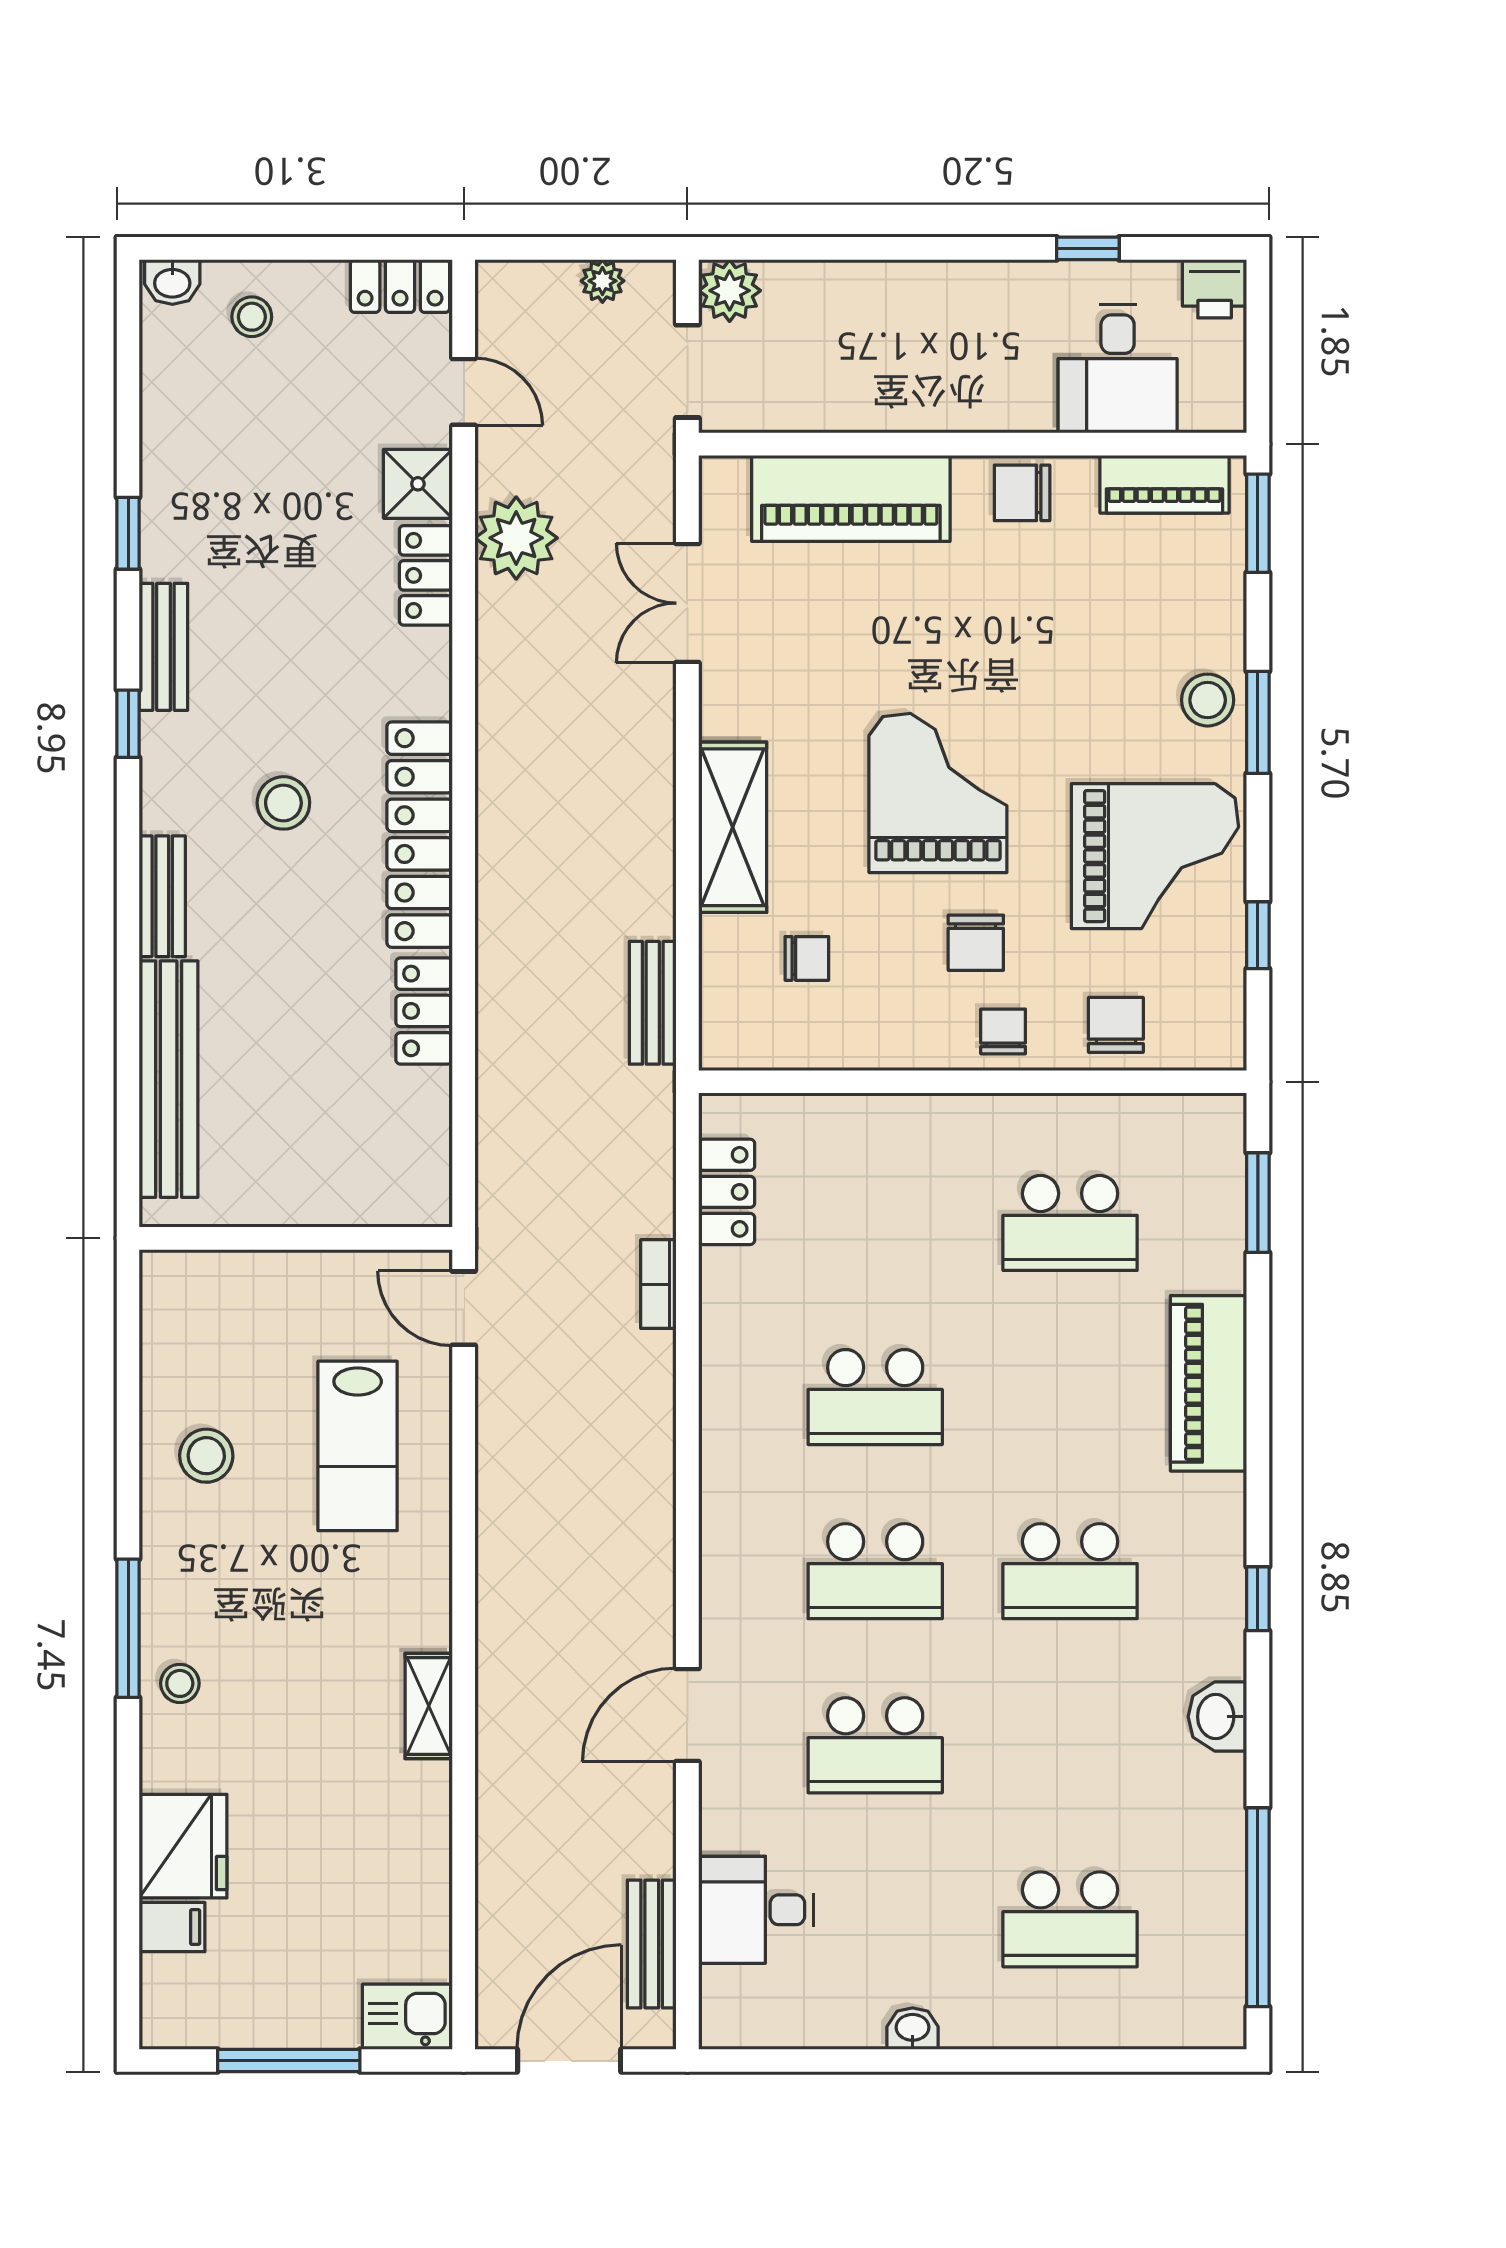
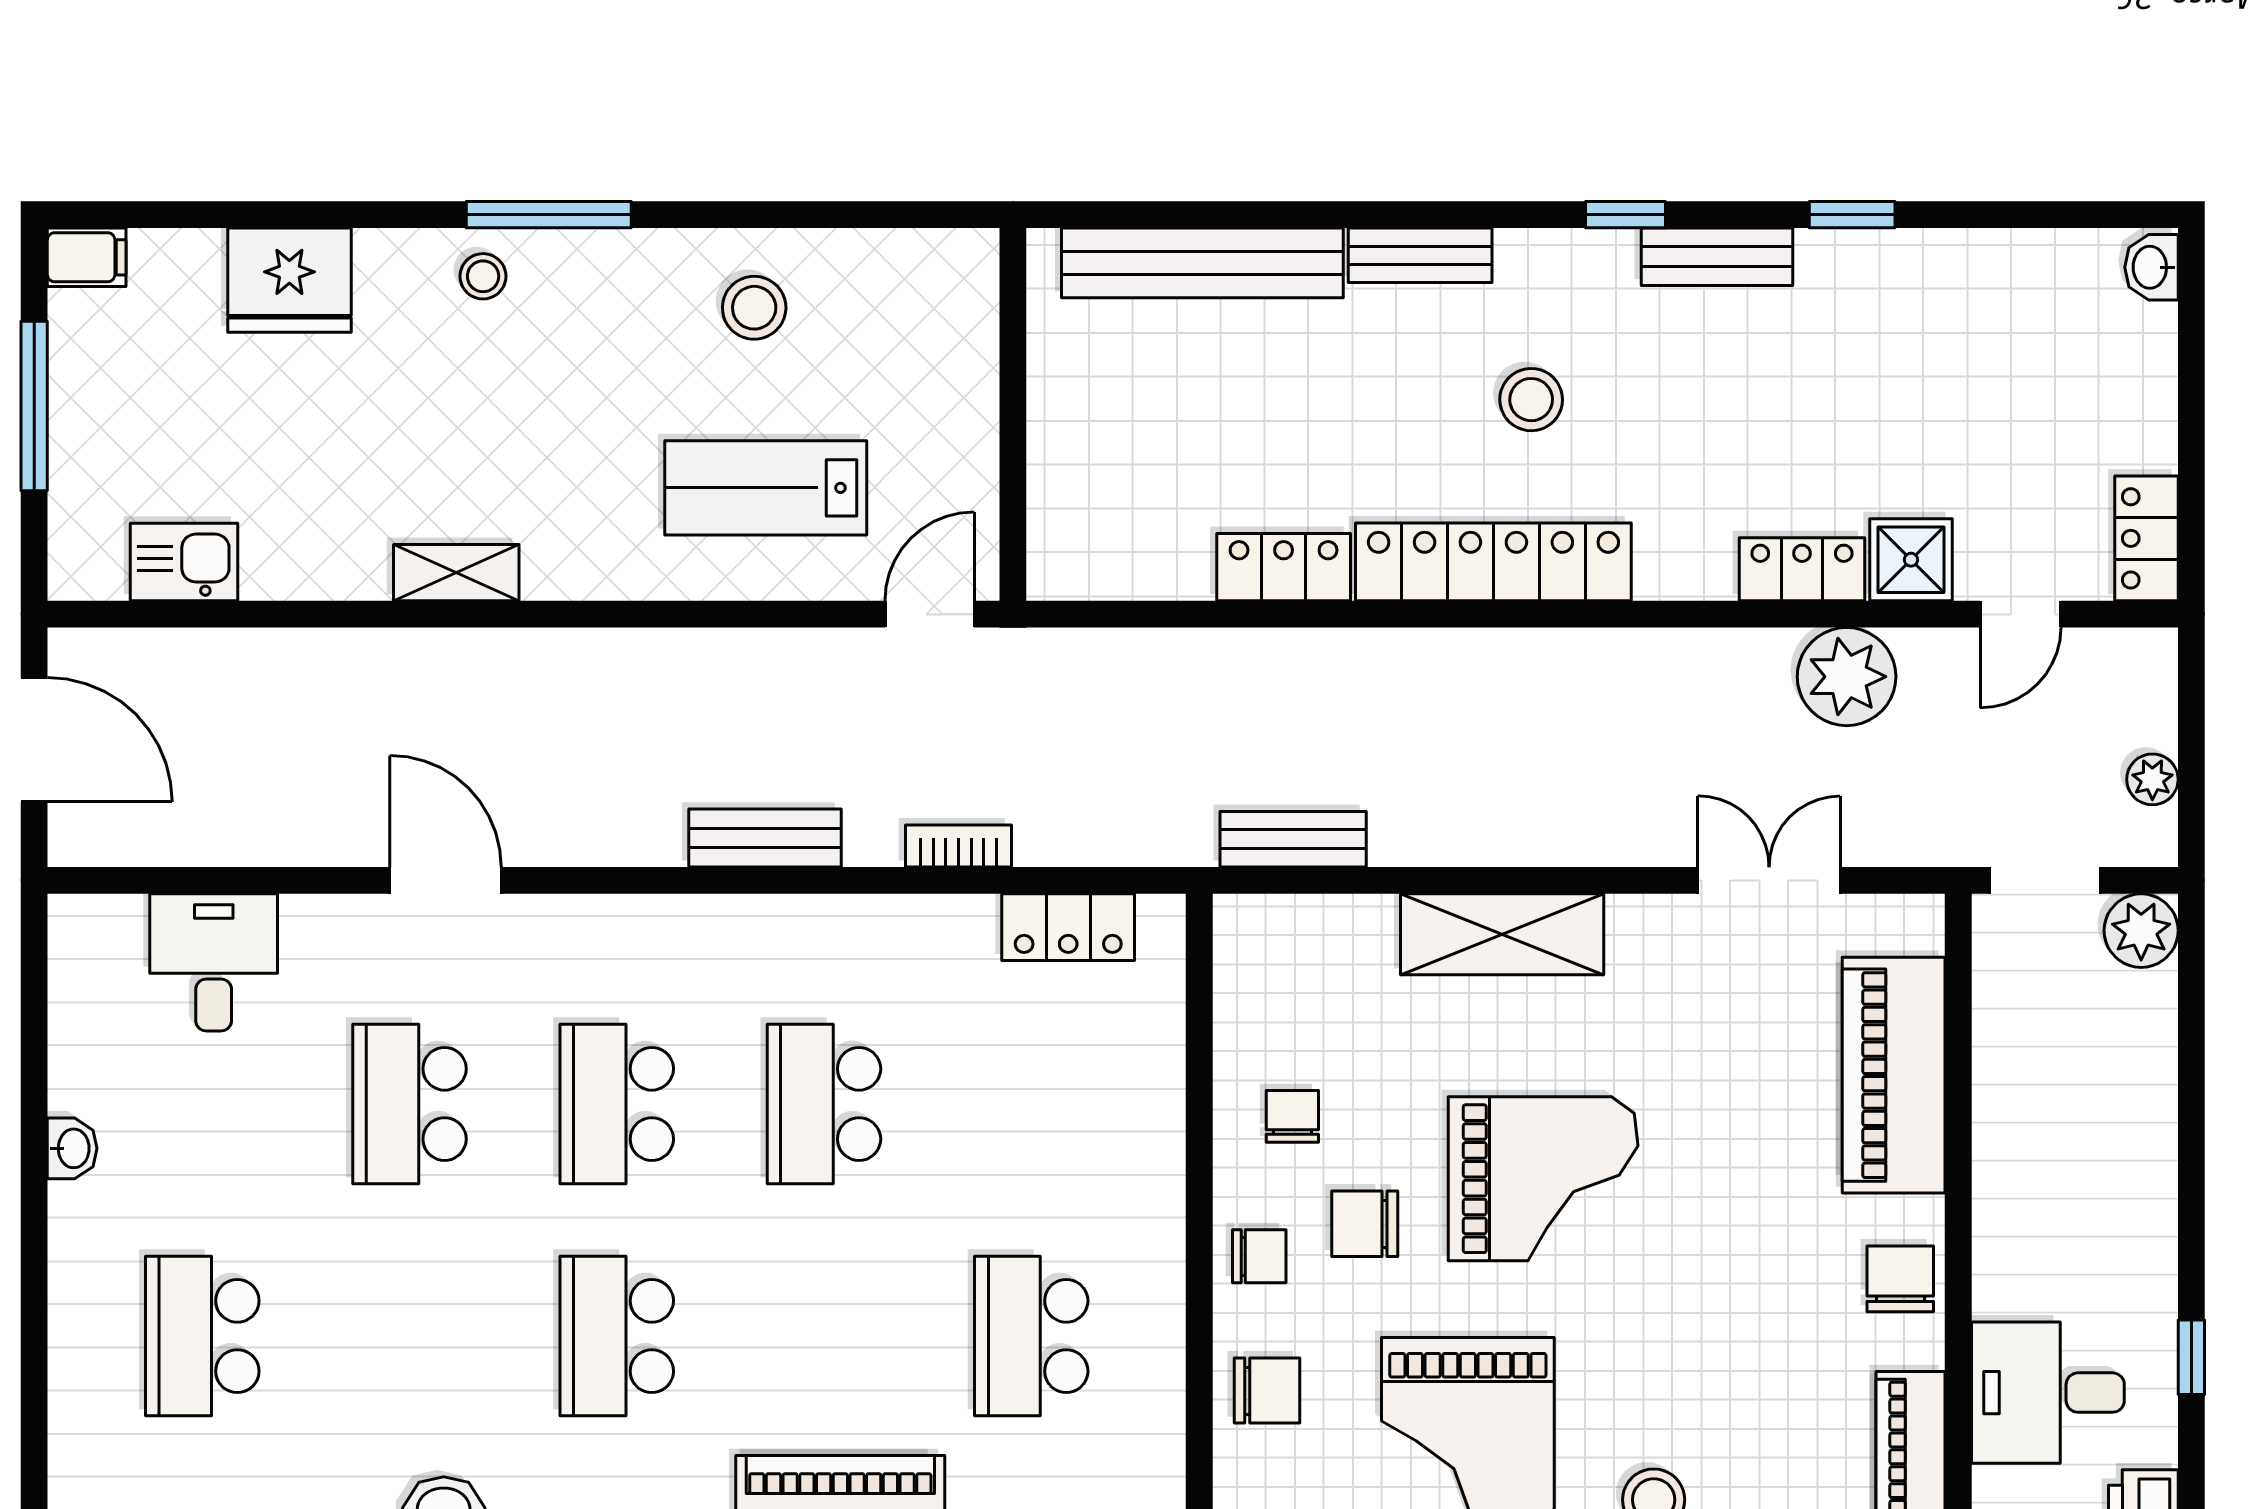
stool: (252, 317) -> (2110, 362), removed
chair: (807, 958) -> (1292, 1116), moved, turned 180
filing cabinet: (172, 1927) -> (87, 257), moved, turned -90
bench: (652, 1944) -> (765, 838), moved
kitchen sink: (407, 2017) -> (184, 562), moved, turned -90

